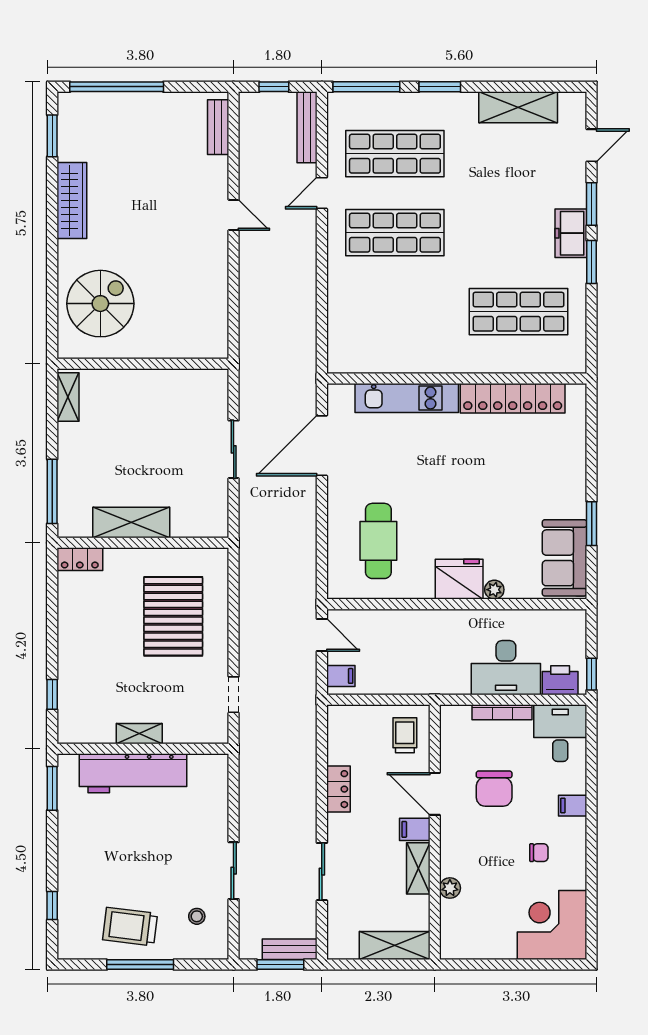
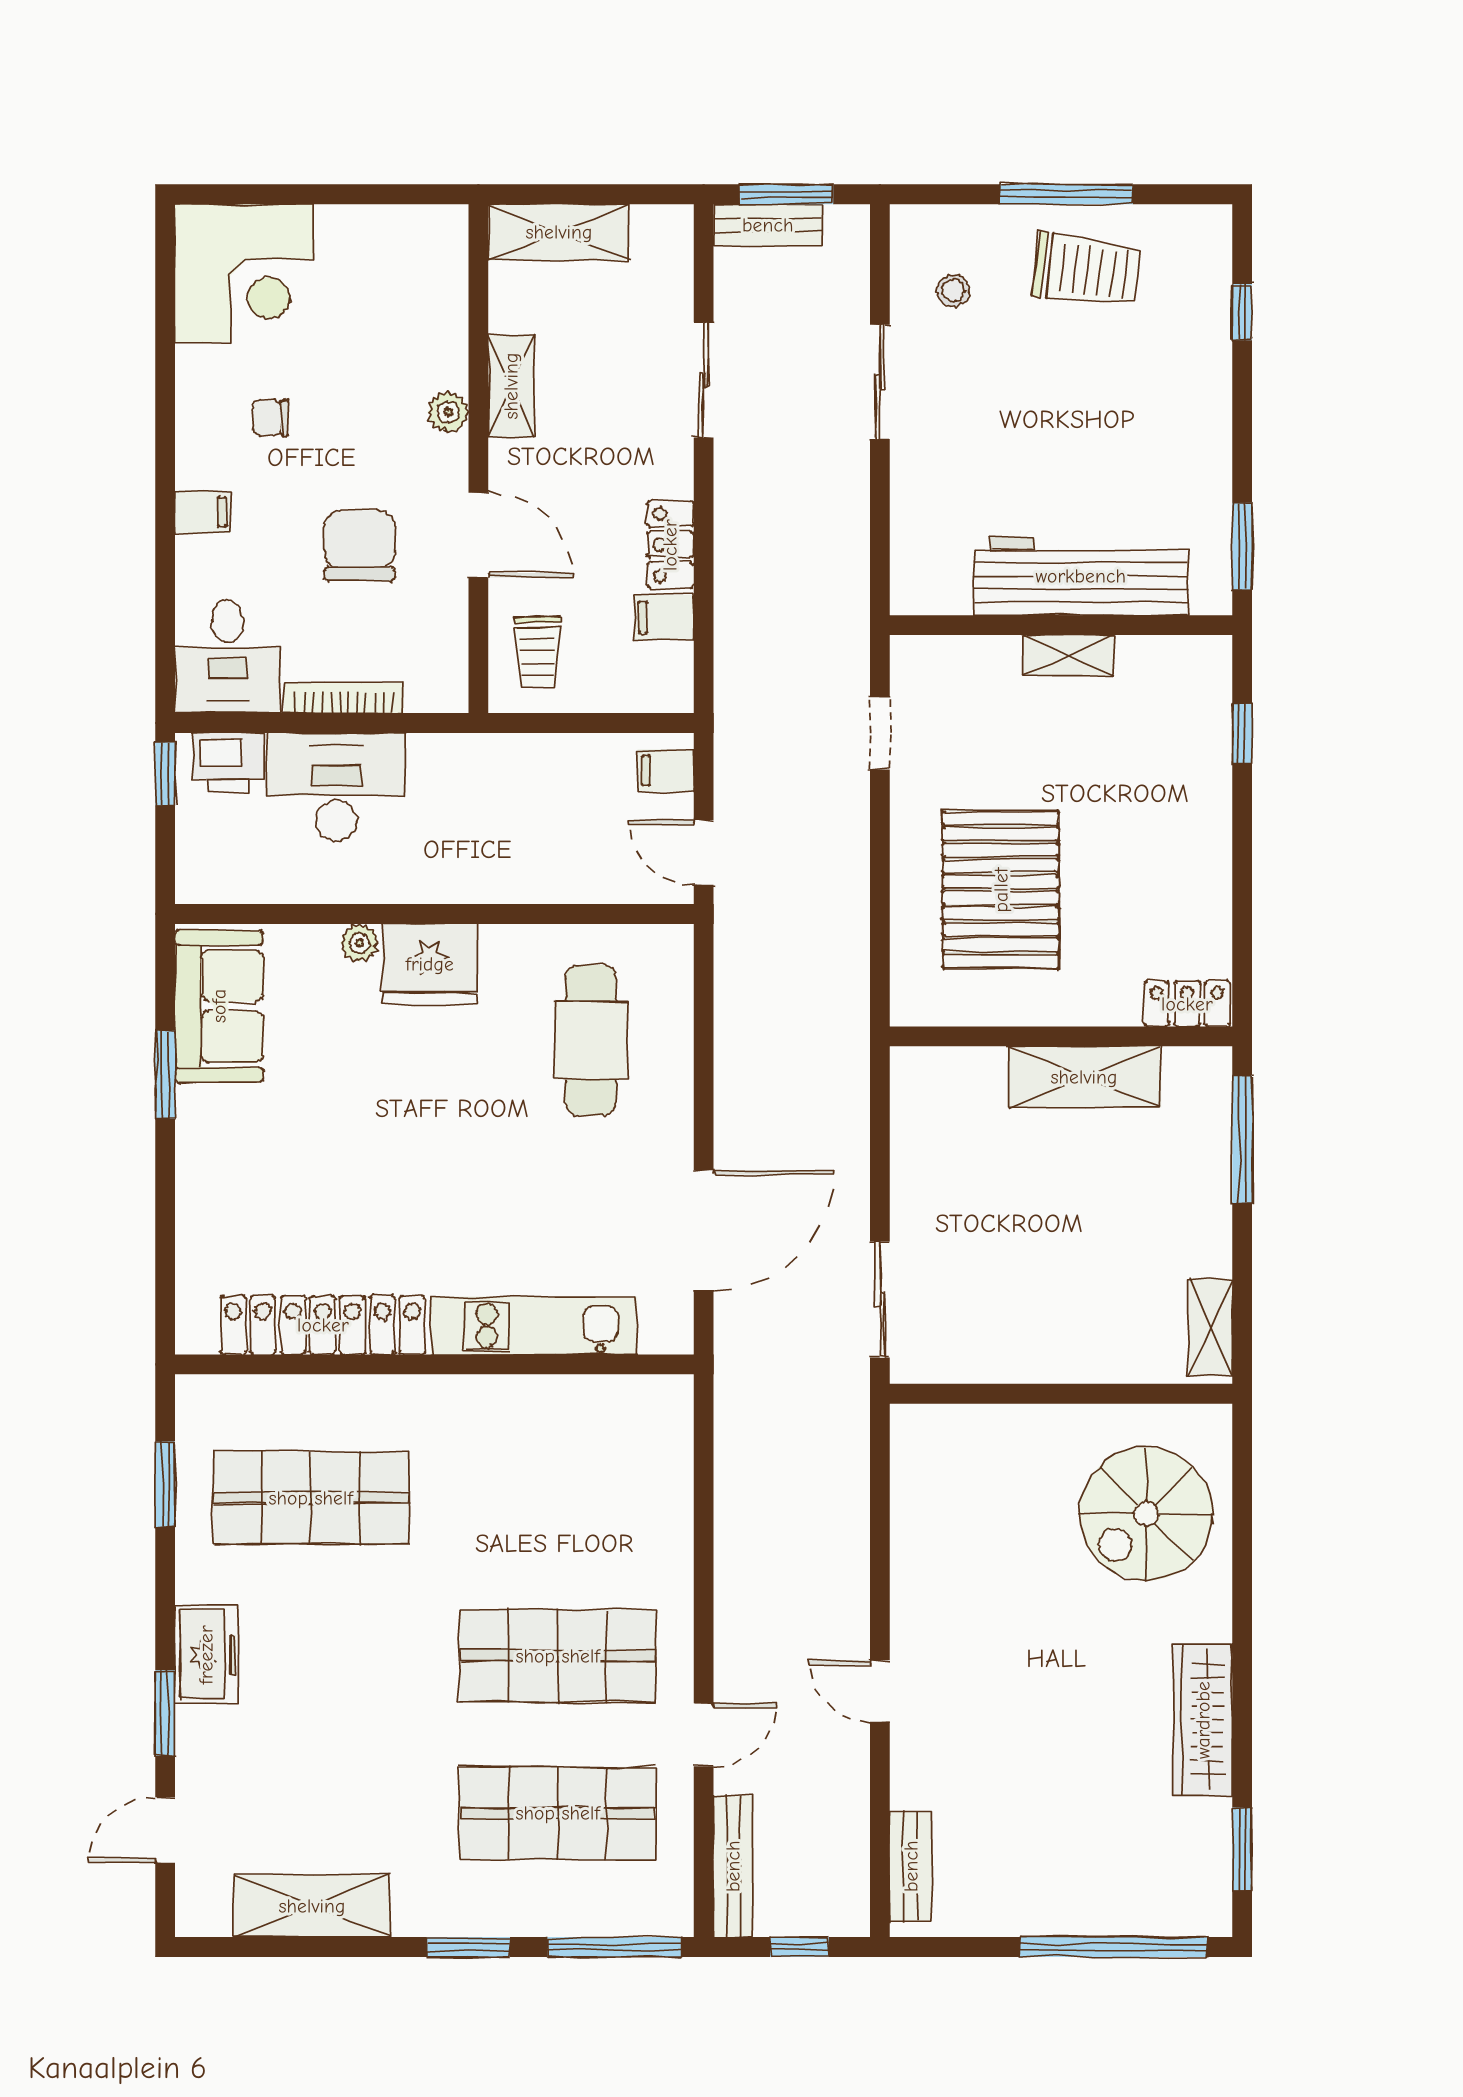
window: (592, 262) -> (165, 1484), moved
sliding door: (234, 449) -> (880, 1299), moved
filing cabinet: (415, 829) -> (664, 617), moved, turned 180
plant: (450, 888) -> (448, 412), moved

